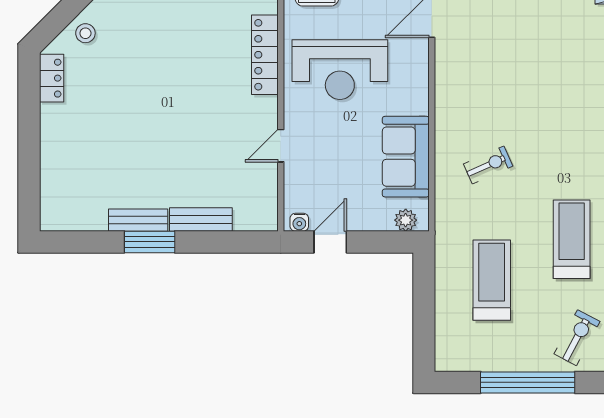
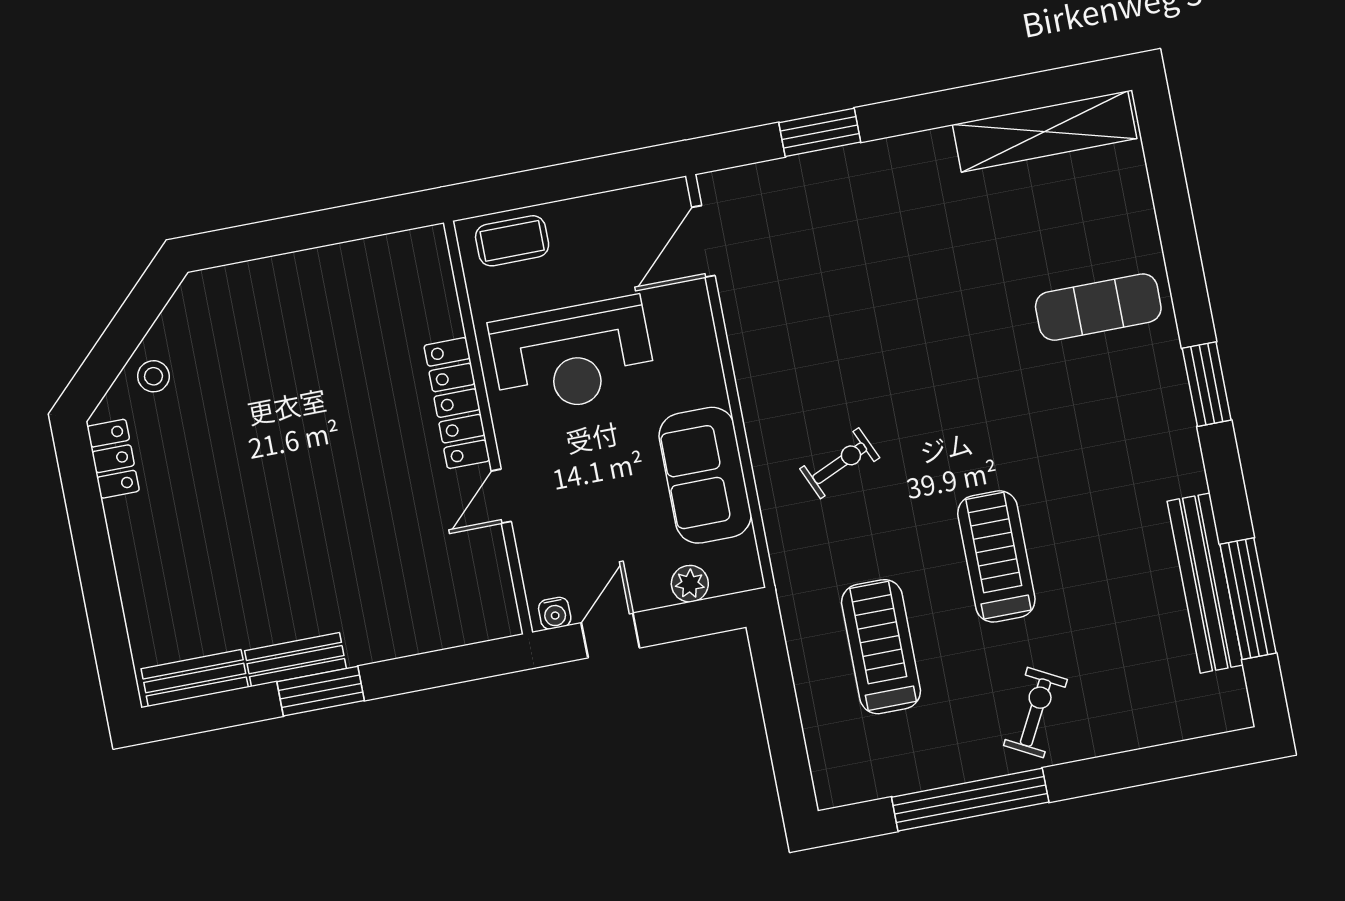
locker: (265, 55) -> (457, 403), moved
bench: (201, 219) -> (195, 678), moved
plant: (406, 220) -> (690, 584), moved

